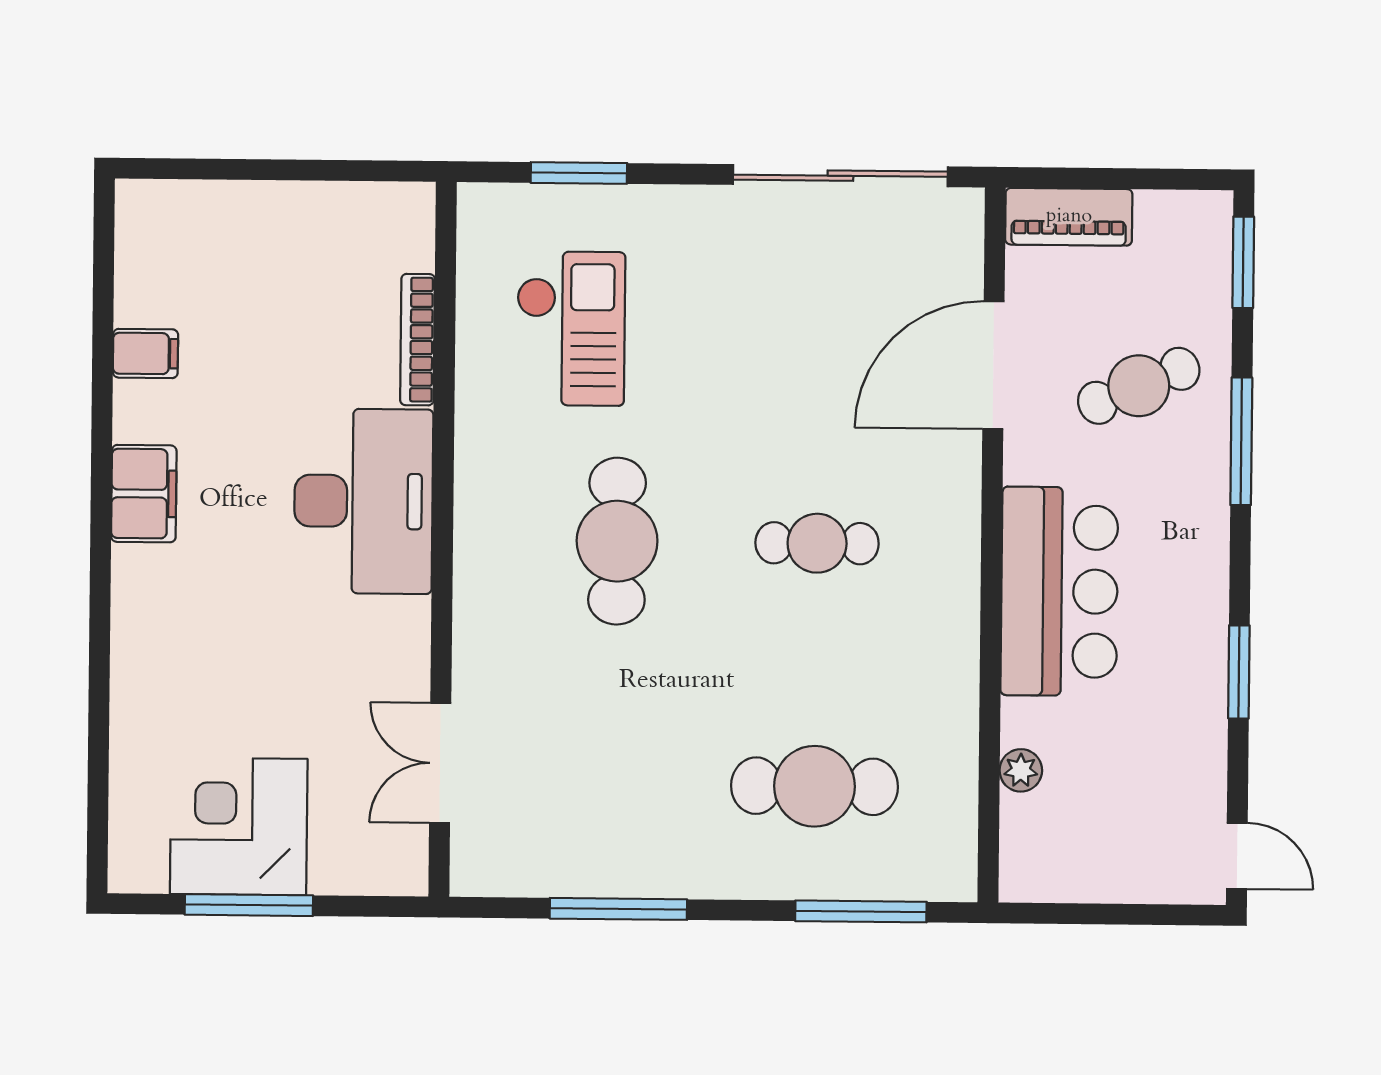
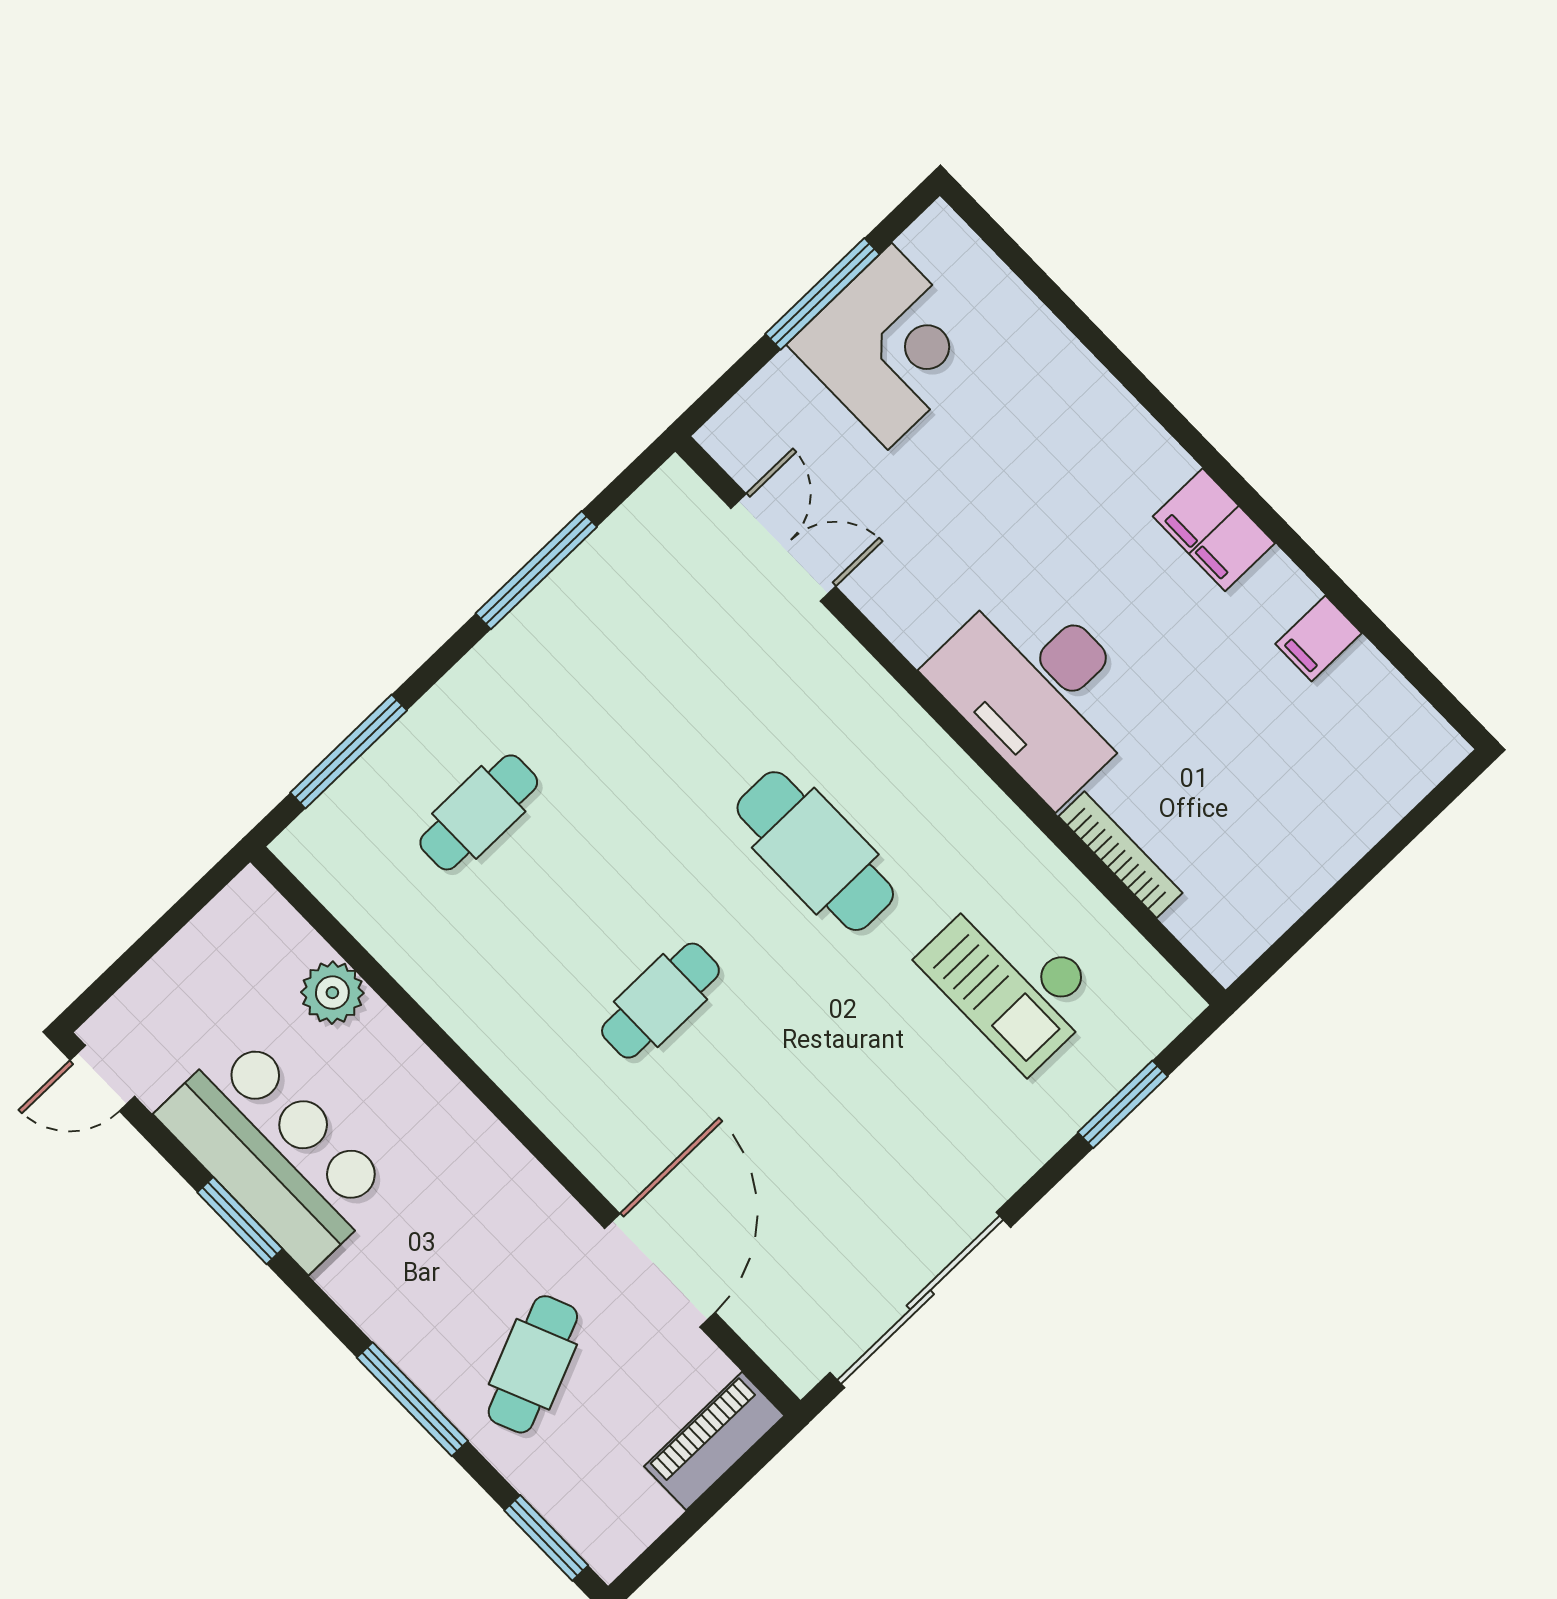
bar counter: (1059, 591) -> (275, 1152), moved, turned 180
plant: (1021, 770) -> (332, 993), width x1.38, depth x1.38
cafe table: (814, 786) -> (479, 812), width x0.73, depth x0.74

